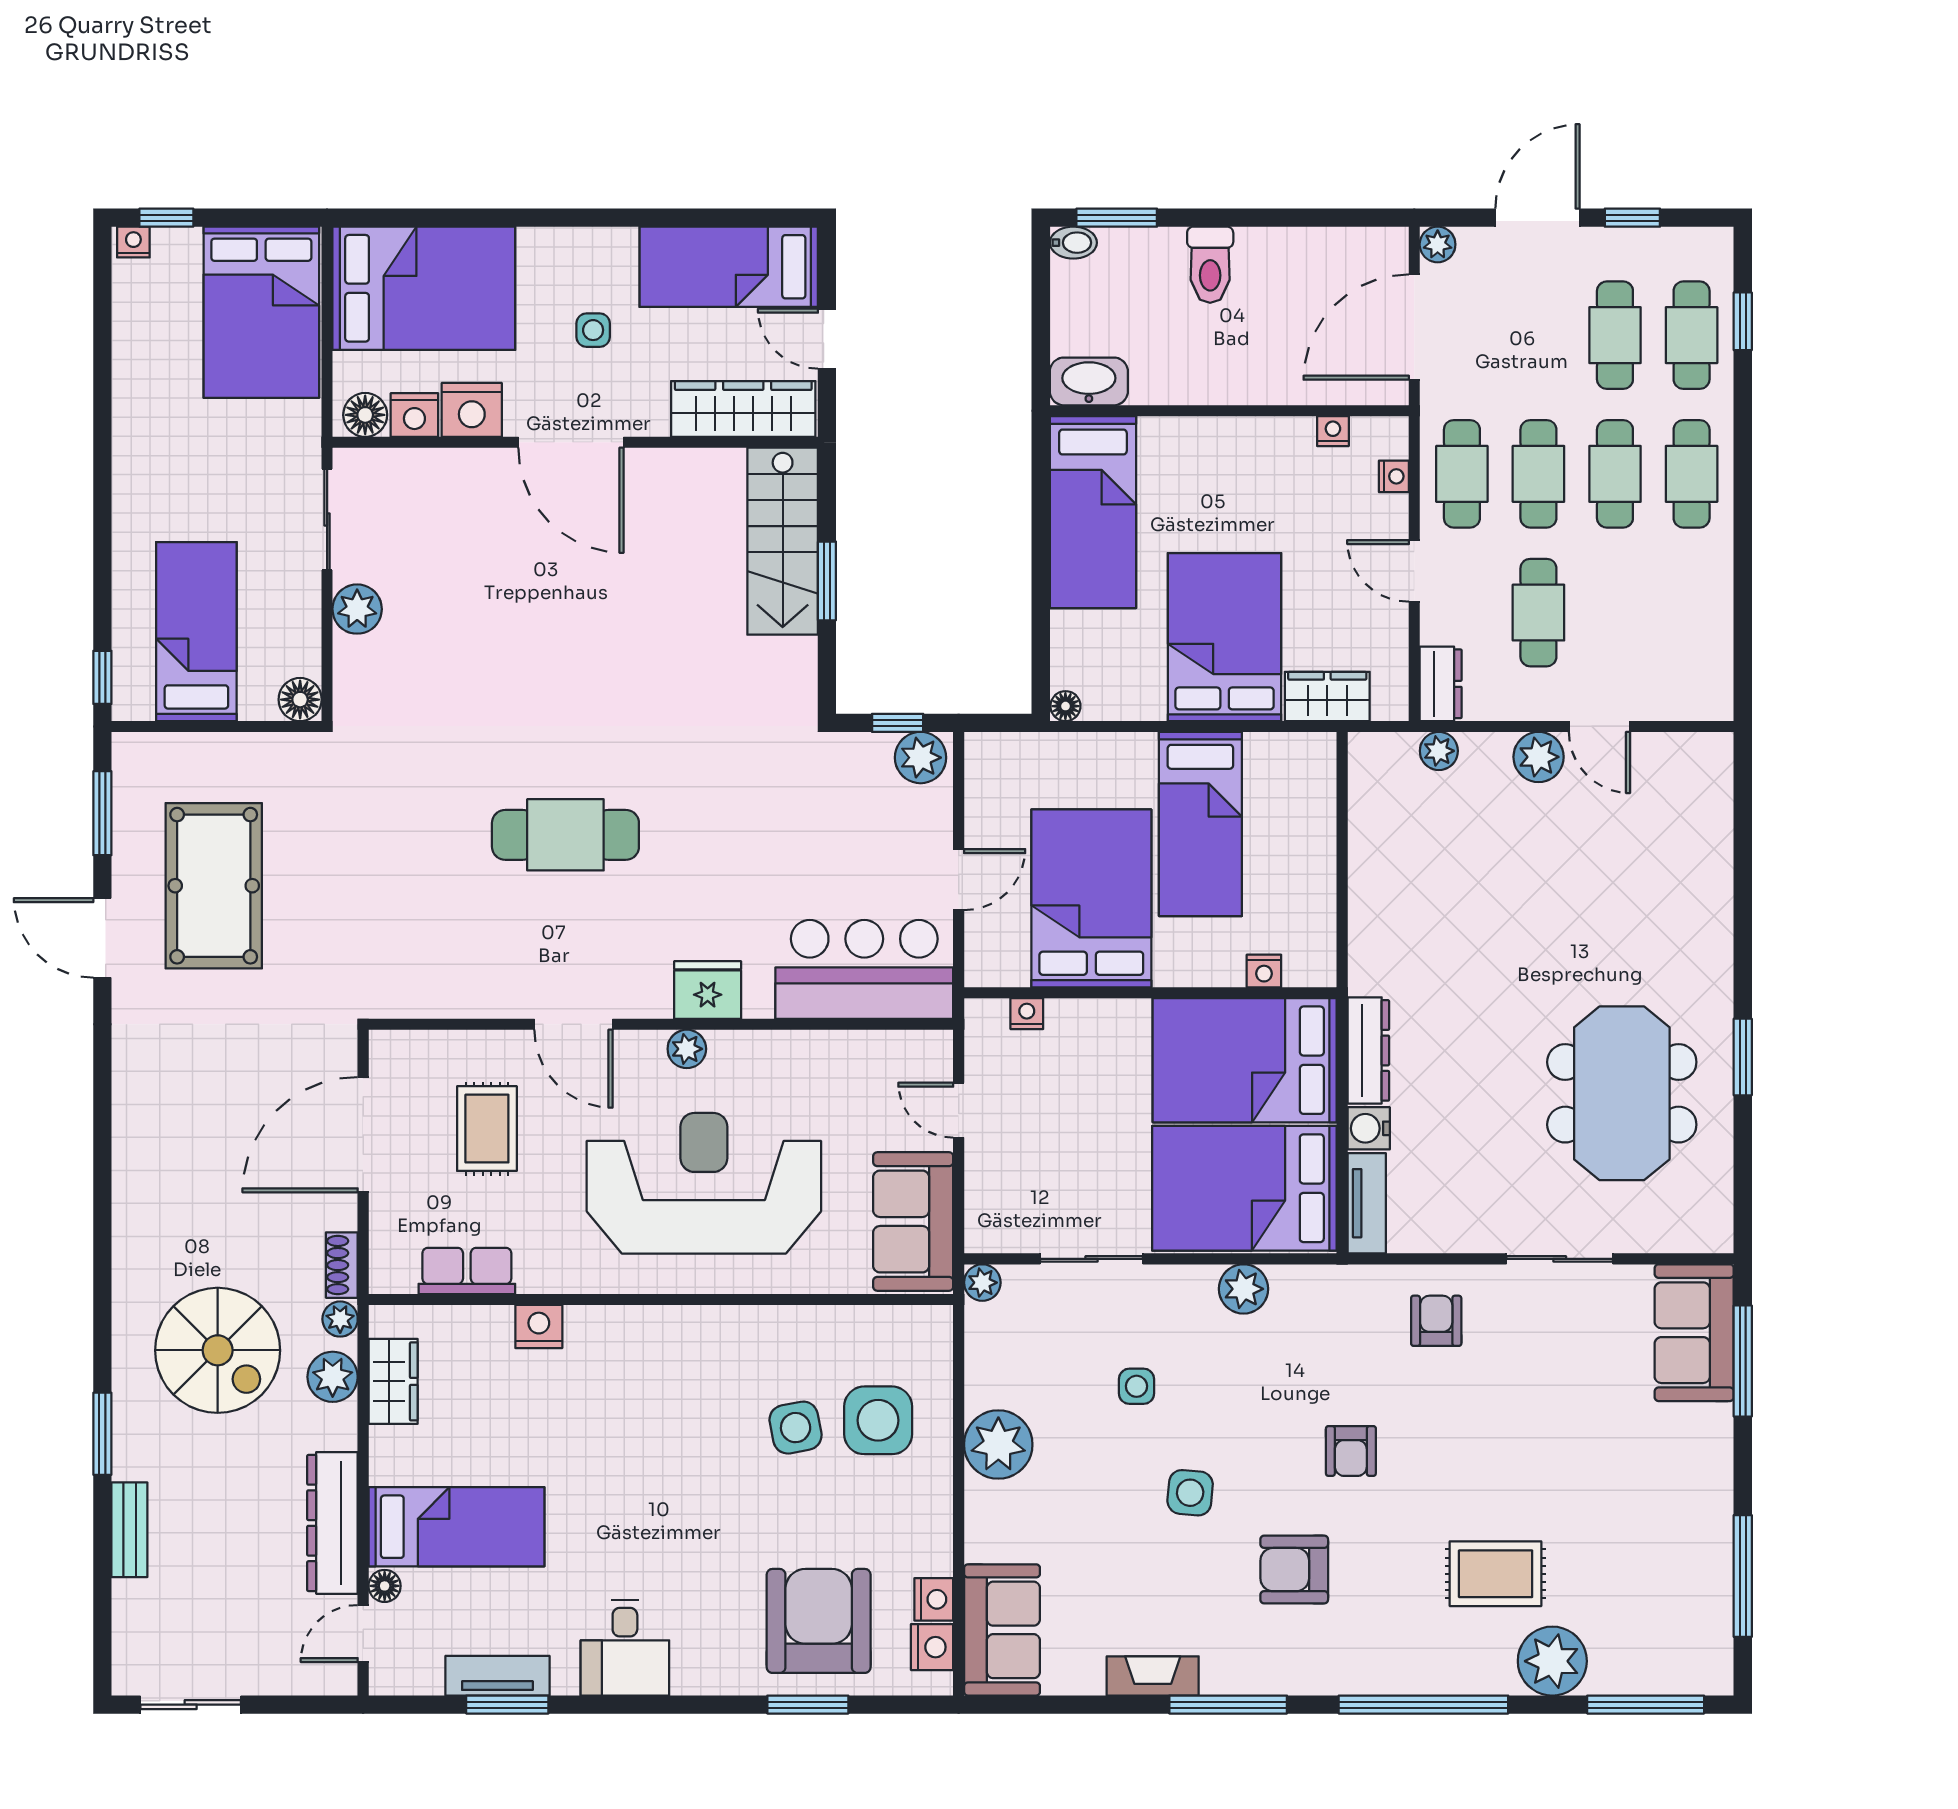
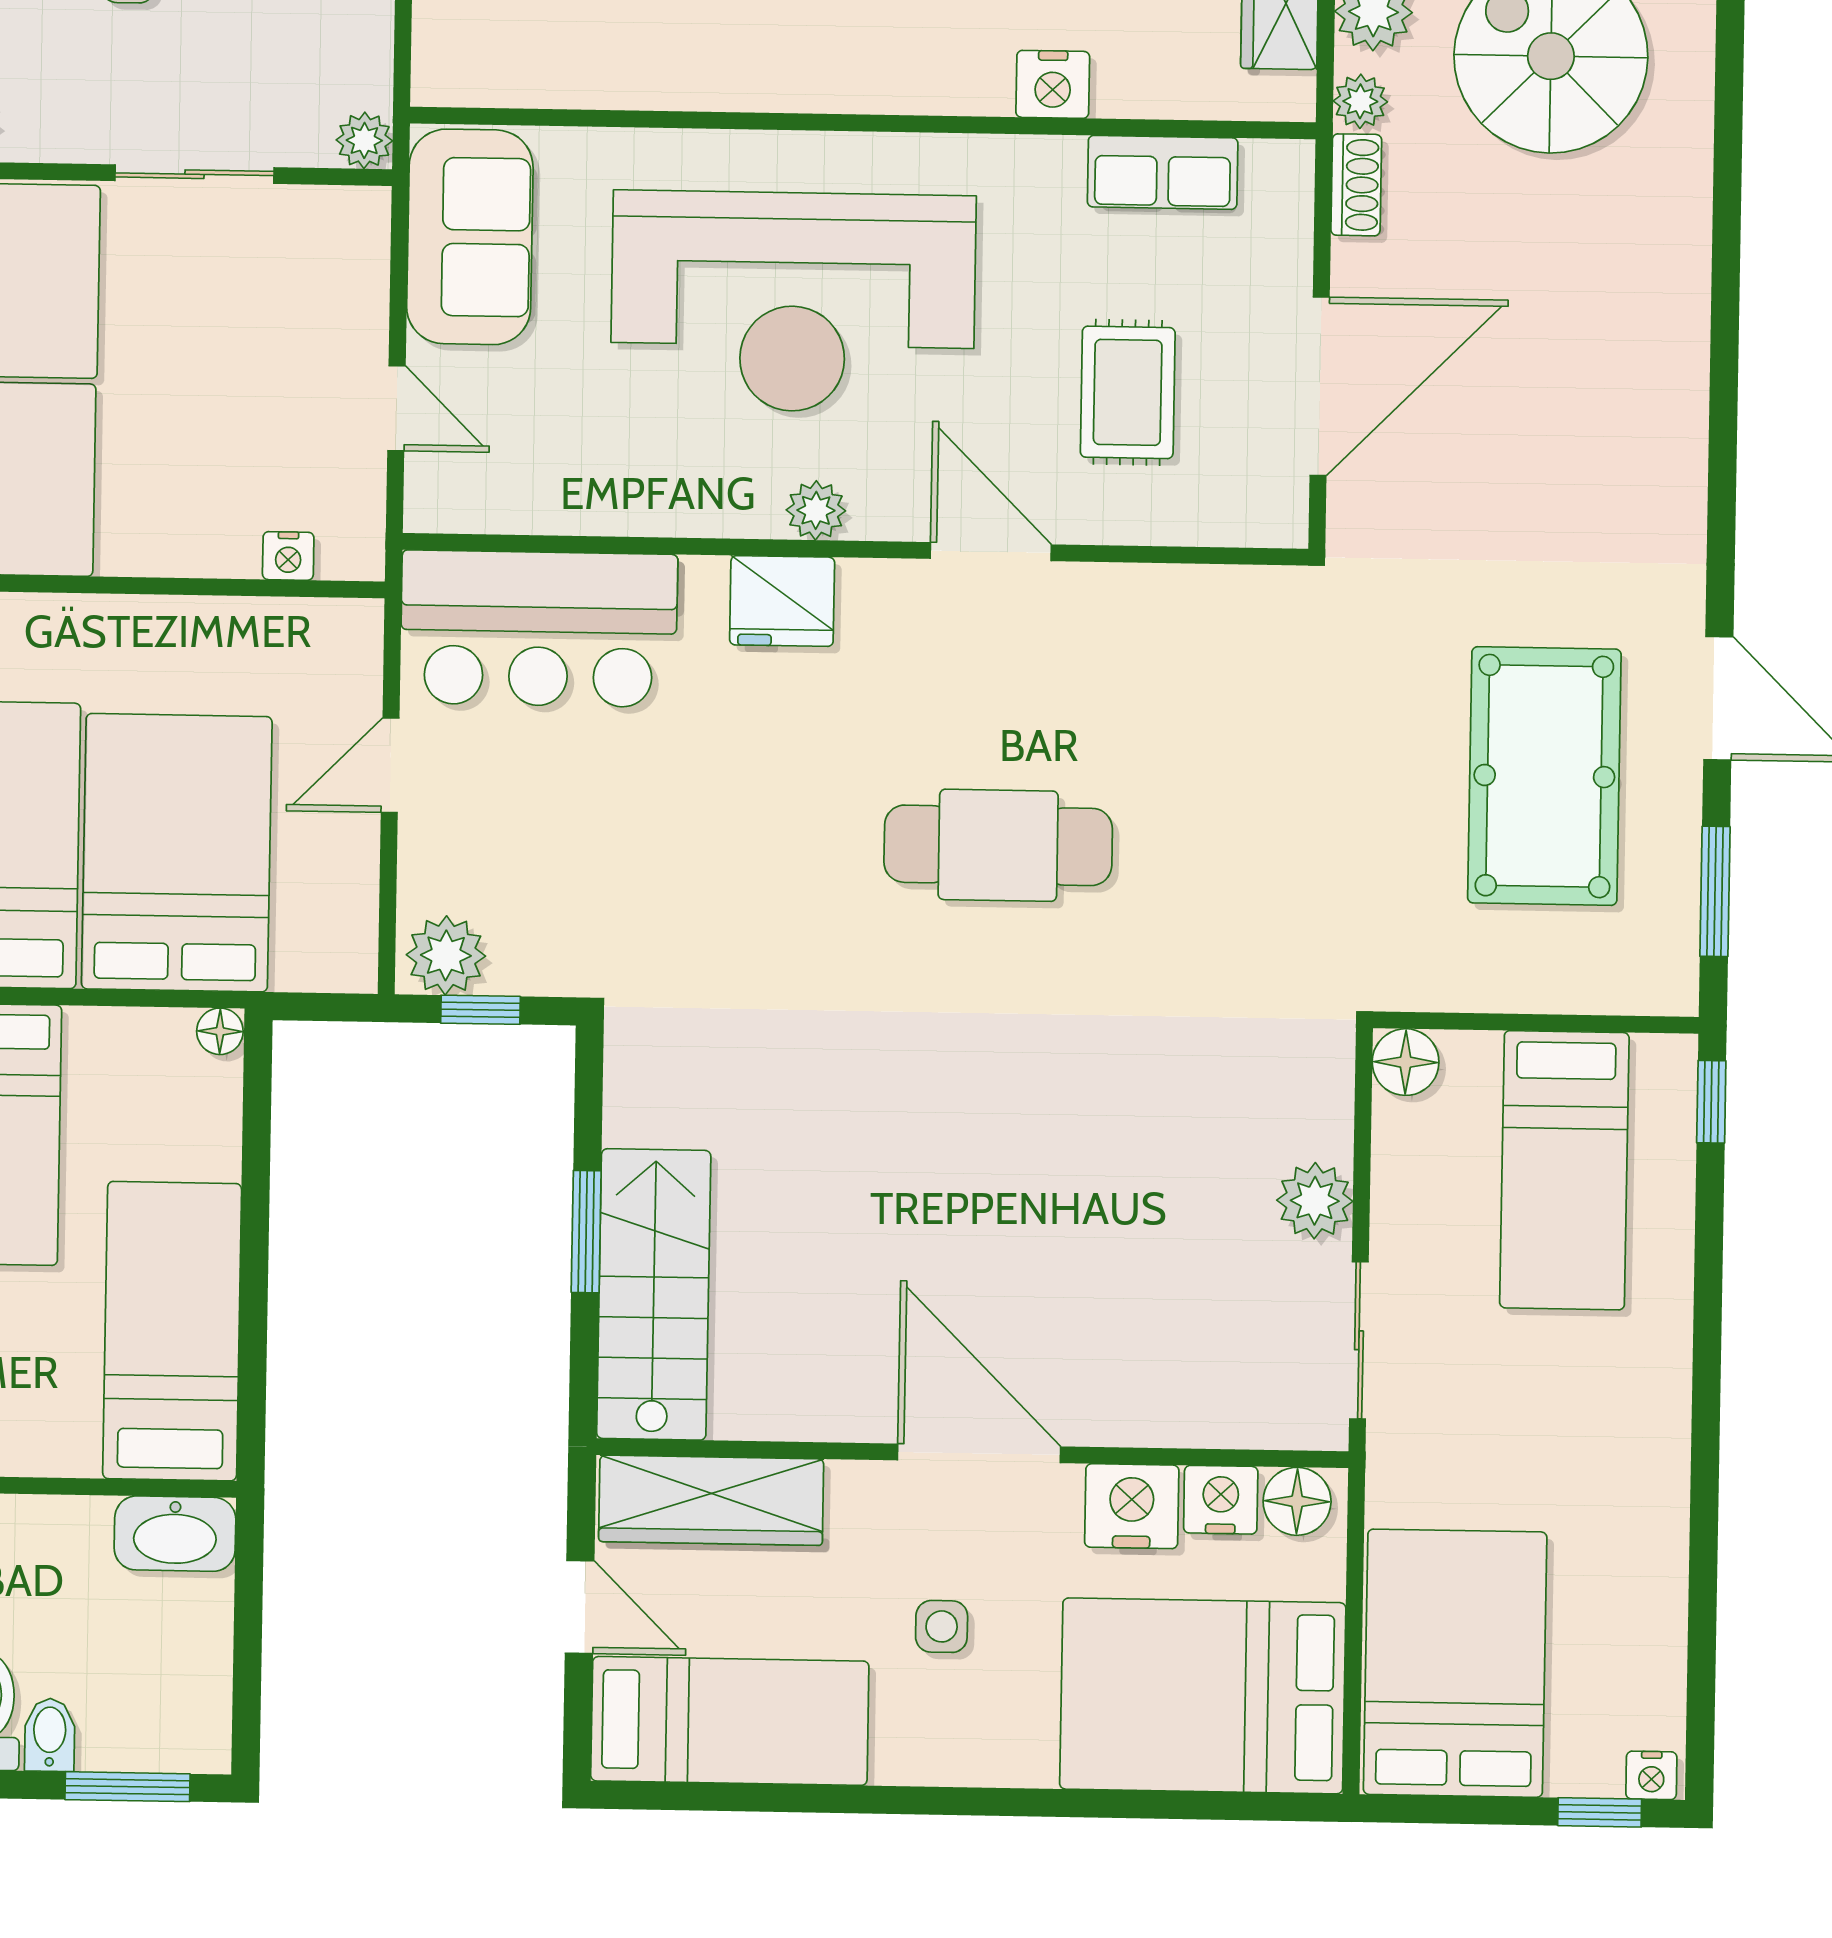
bidet: (1073, 243) -> (50, 1735), moved, turned 90
bed: (1091, 898) -> (177, 853), moved, turned 180

